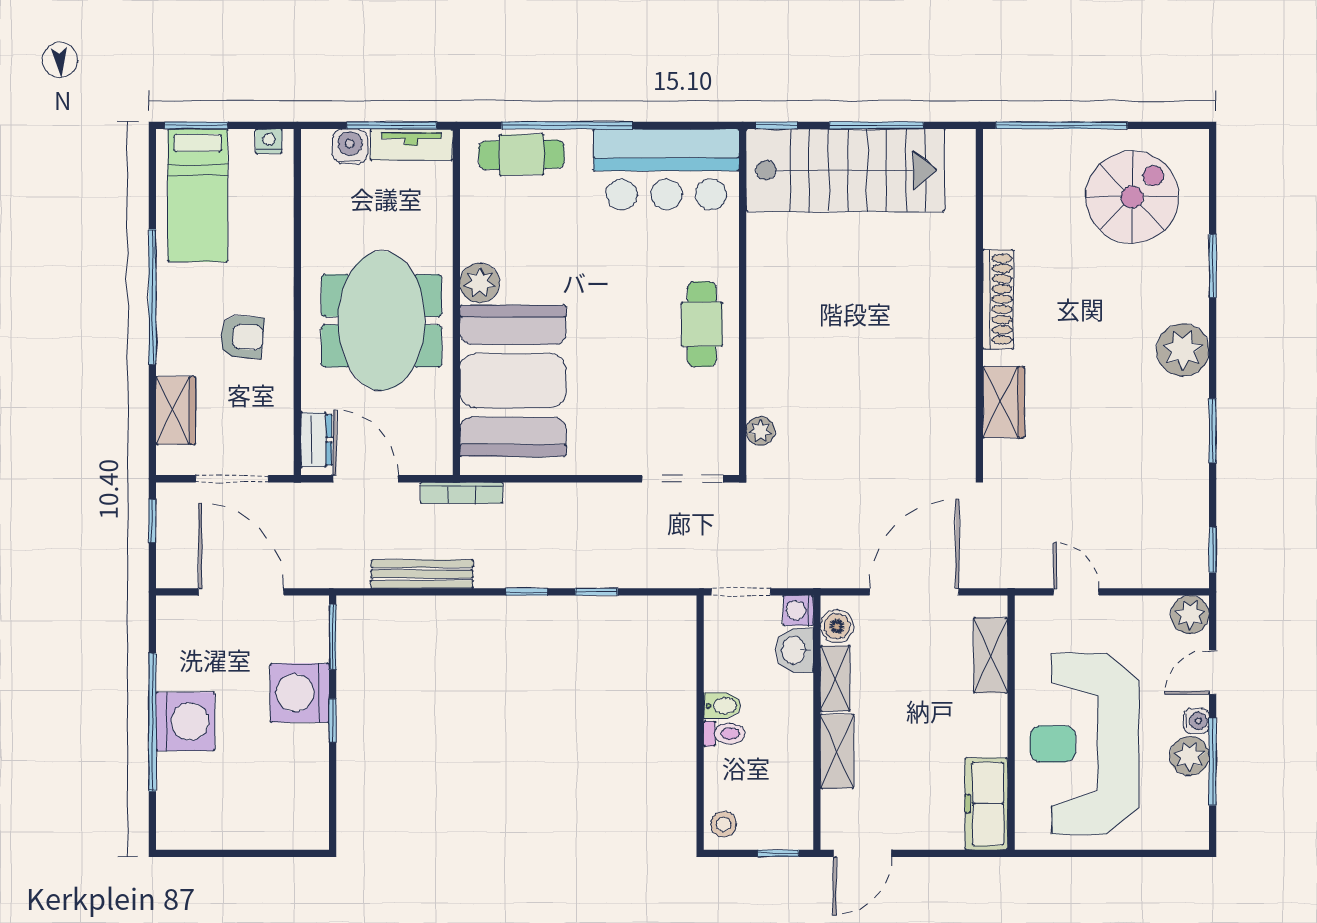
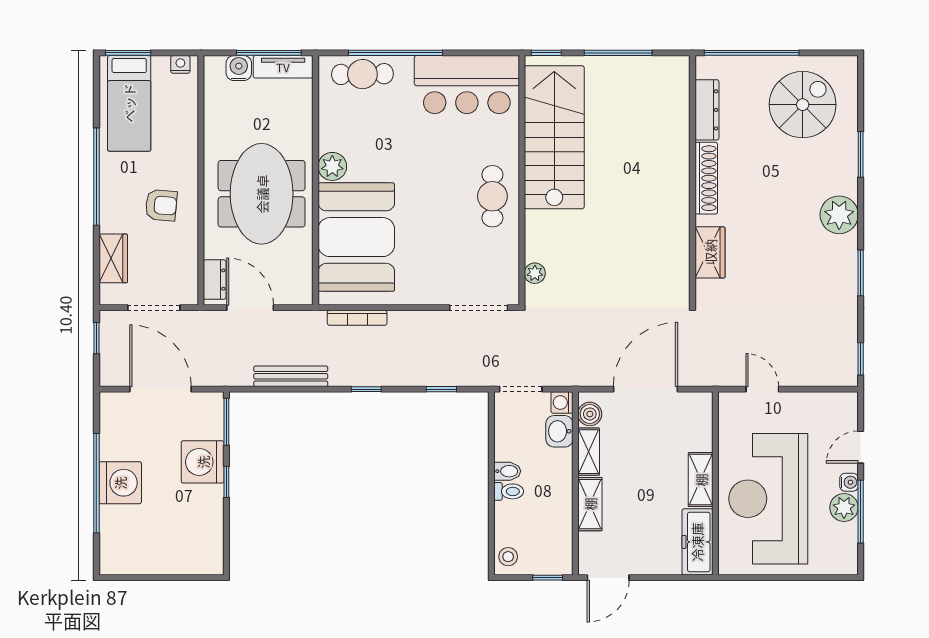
stairs: (845, 170) -> (554, 137), moved, turned -90
dresser: (999, 204) -> (707, 110), added
bookcase: (462, 493) -> (357, 318), moved
window: (596, 592) -> (441, 389), moved
plant: (1190, 615) -> (844, 406), removed
shelving: (991, 655) -> (701, 480), moved

